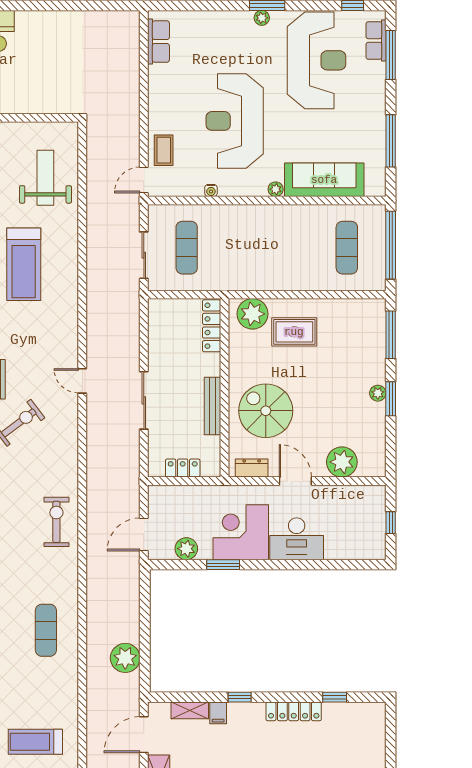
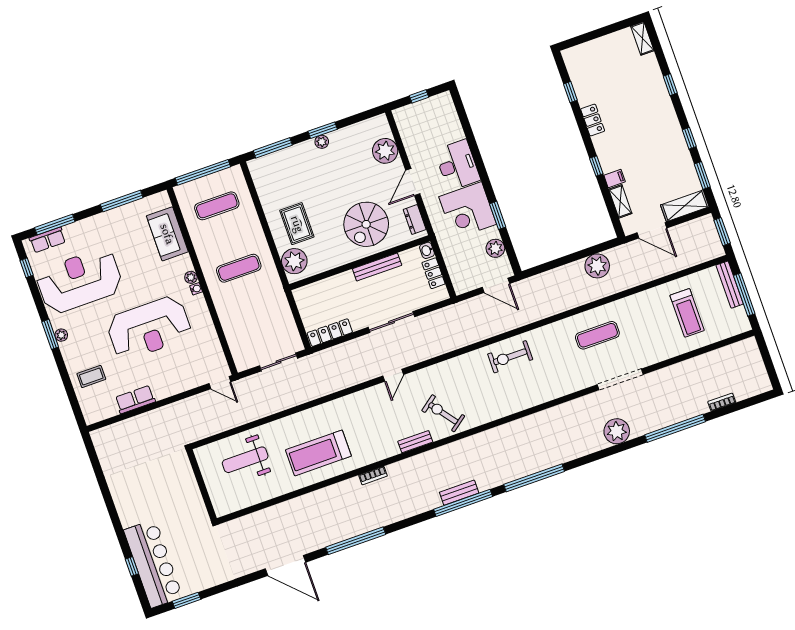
row of seats: (158, 42) -> (135, 400), moved
coffee table: (164, 150) -> (91, 376), moved
sofa: (324, 180) -> (167, 234), width x0.73
water cooler: (211, 190) -> (196, 289), moved
exercise mat: (187, 248) -> (239, 268), moved
treadmill: (24, 264) -> (318, 453), turned 180
locker: (212, 326) -> (330, 333), moved, turned 180
washbasin: (211, 470) -> (427, 250), added
locker: (294, 711) -> (593, 120), width x0.66

